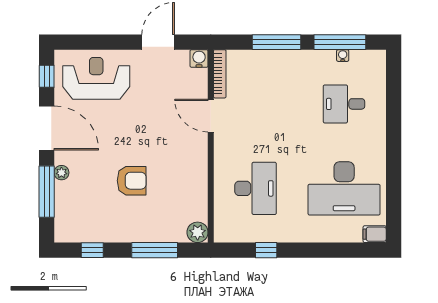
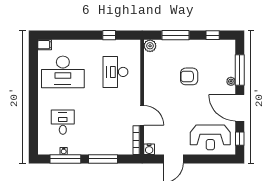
desk: (344, 104) -> (63, 122), turned -90
desk: (344, 188) -> (63, 72), turned 180

